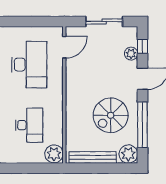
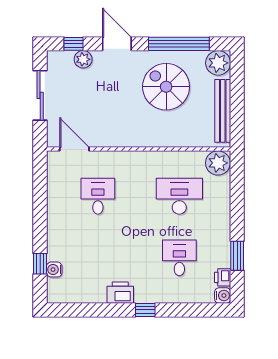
desk: (29, 65) -> (98, 196), width x0.53, depth x0.77
spiral stairs: (111, 115) -> (166, 87), turned 180

